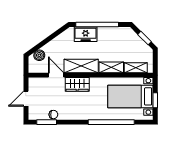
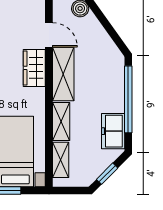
freezer: (86, 34) -> (113, 131), moved
door: (56, 75) -> (49, 35), hinge flipped

